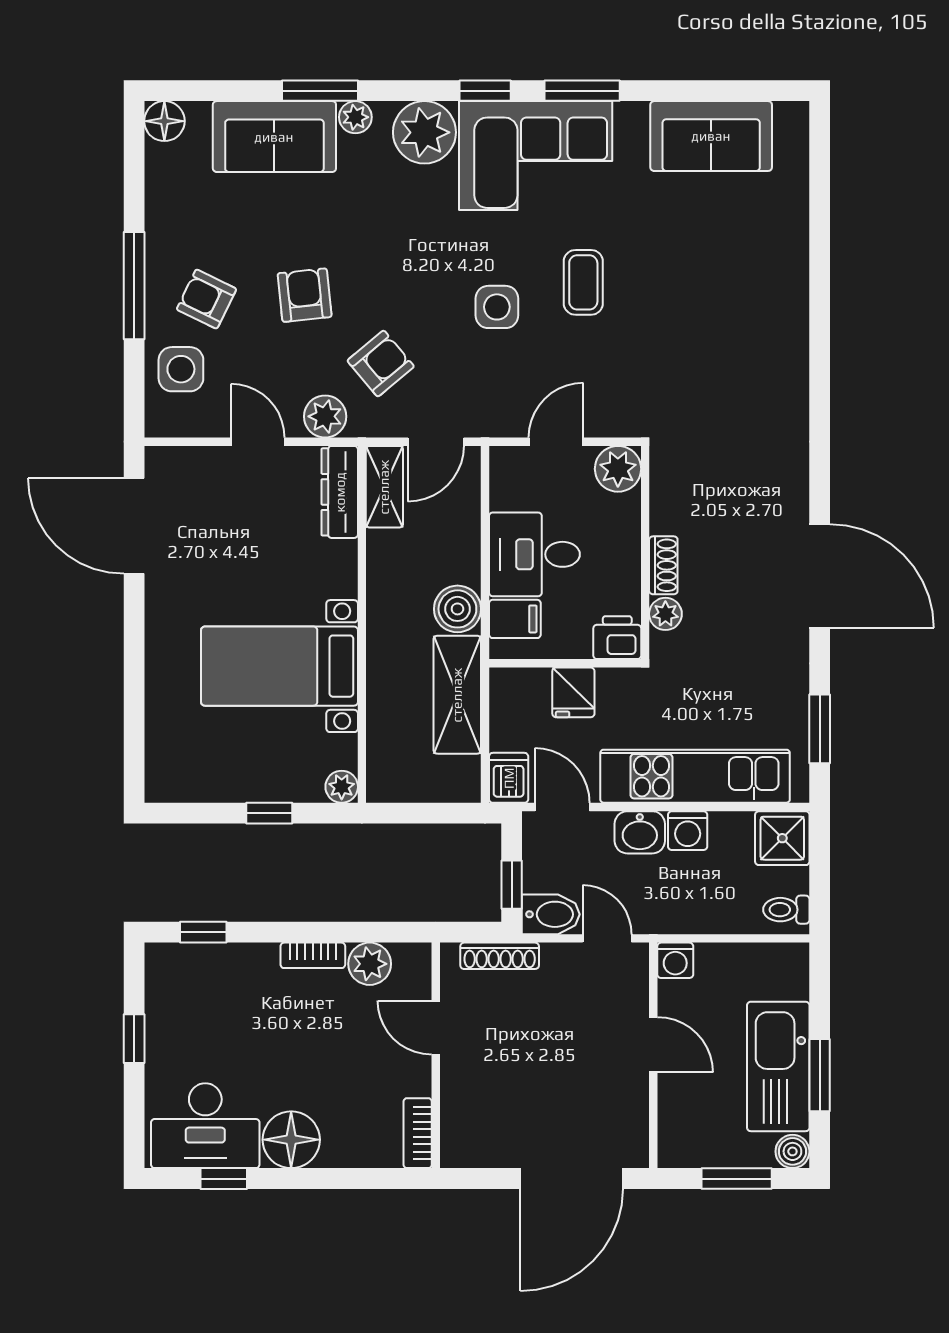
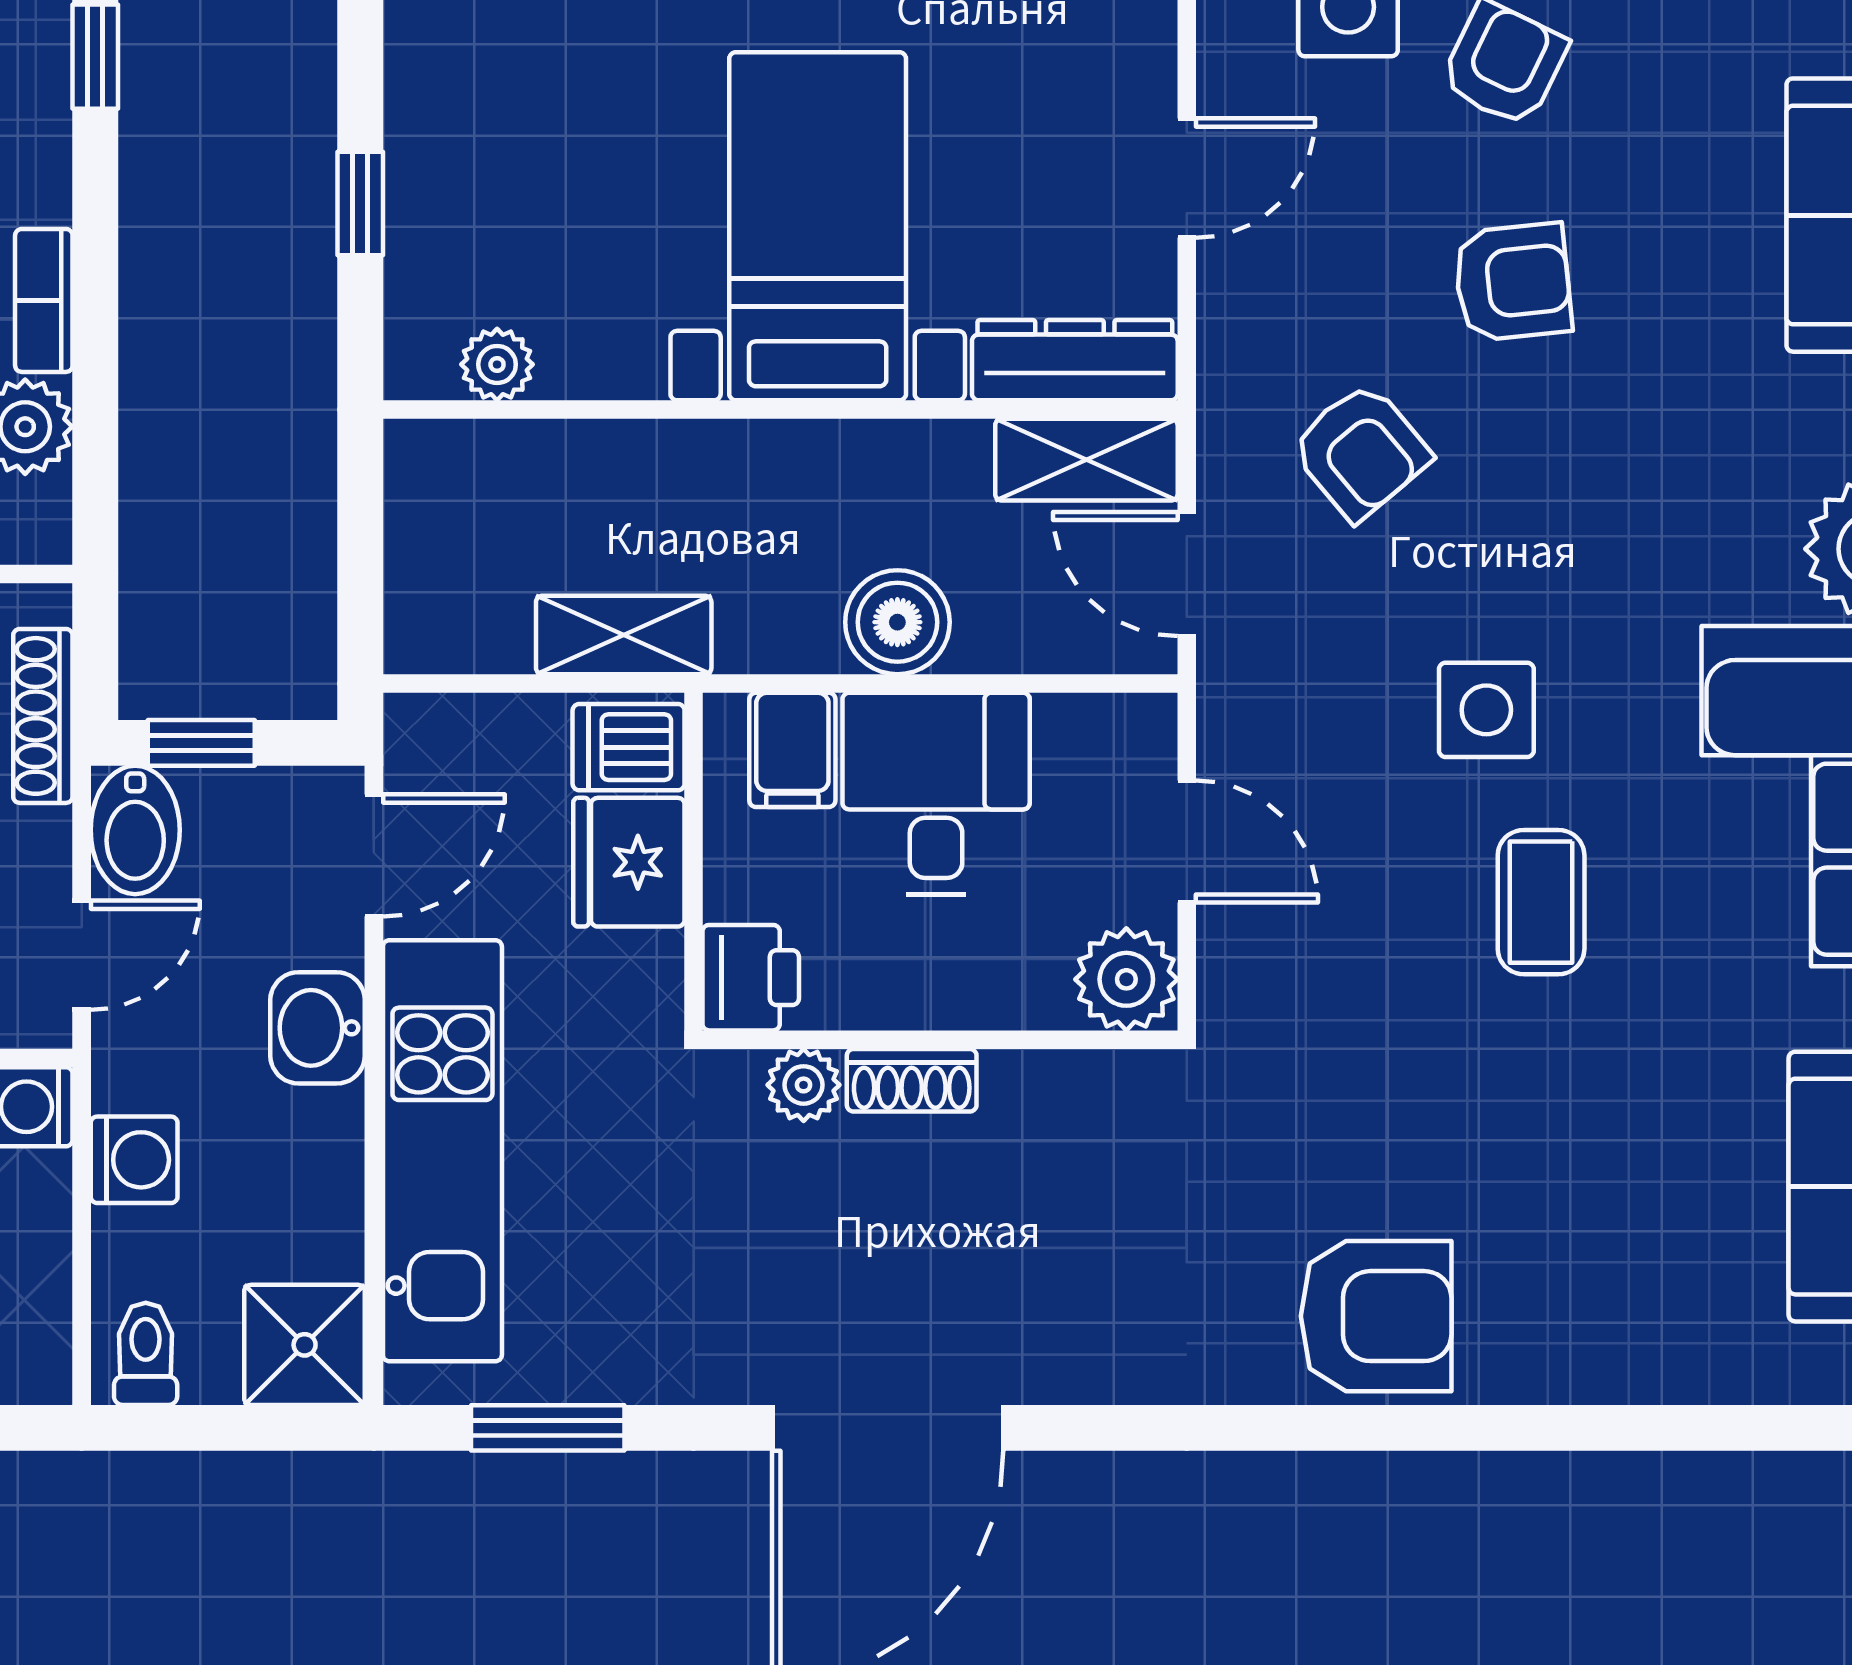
coffee table: (583, 282) -> (1541, 902), turned 90
armchair: (769, 357) -> (1376, 1316), added
plant: (325, 416) -> (1243, 328), removed
boiler: (457, 609) -> (897, 622), moved
bed with nightstands: (280, 666) -> (818, 226), moved
fridge: (573, 692) -> (629, 862), width x1.38
shelving: (457, 695) -> (624, 635), width x0.67, depth x0.75
dishwasher: (509, 778) -> (629, 747), moved, turned 180
plant: (342, 787) -> (497, 364), moved
washing machine: (688, 831) -> (134, 1160), moved, turned 180

